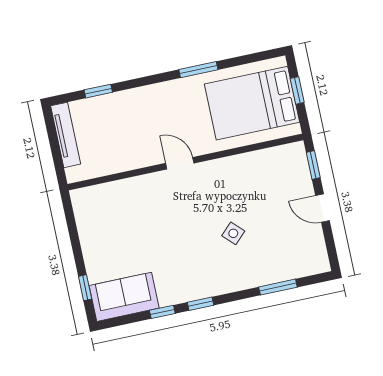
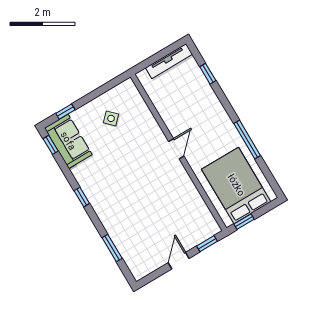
window: (198, 70) -> (247, 140), width x1.44
window: (297, 90) -> (244, 222), moved
side table: (233, 233) -> (111, 118), moved
window: (162, 312) -> (51, 145), moved

